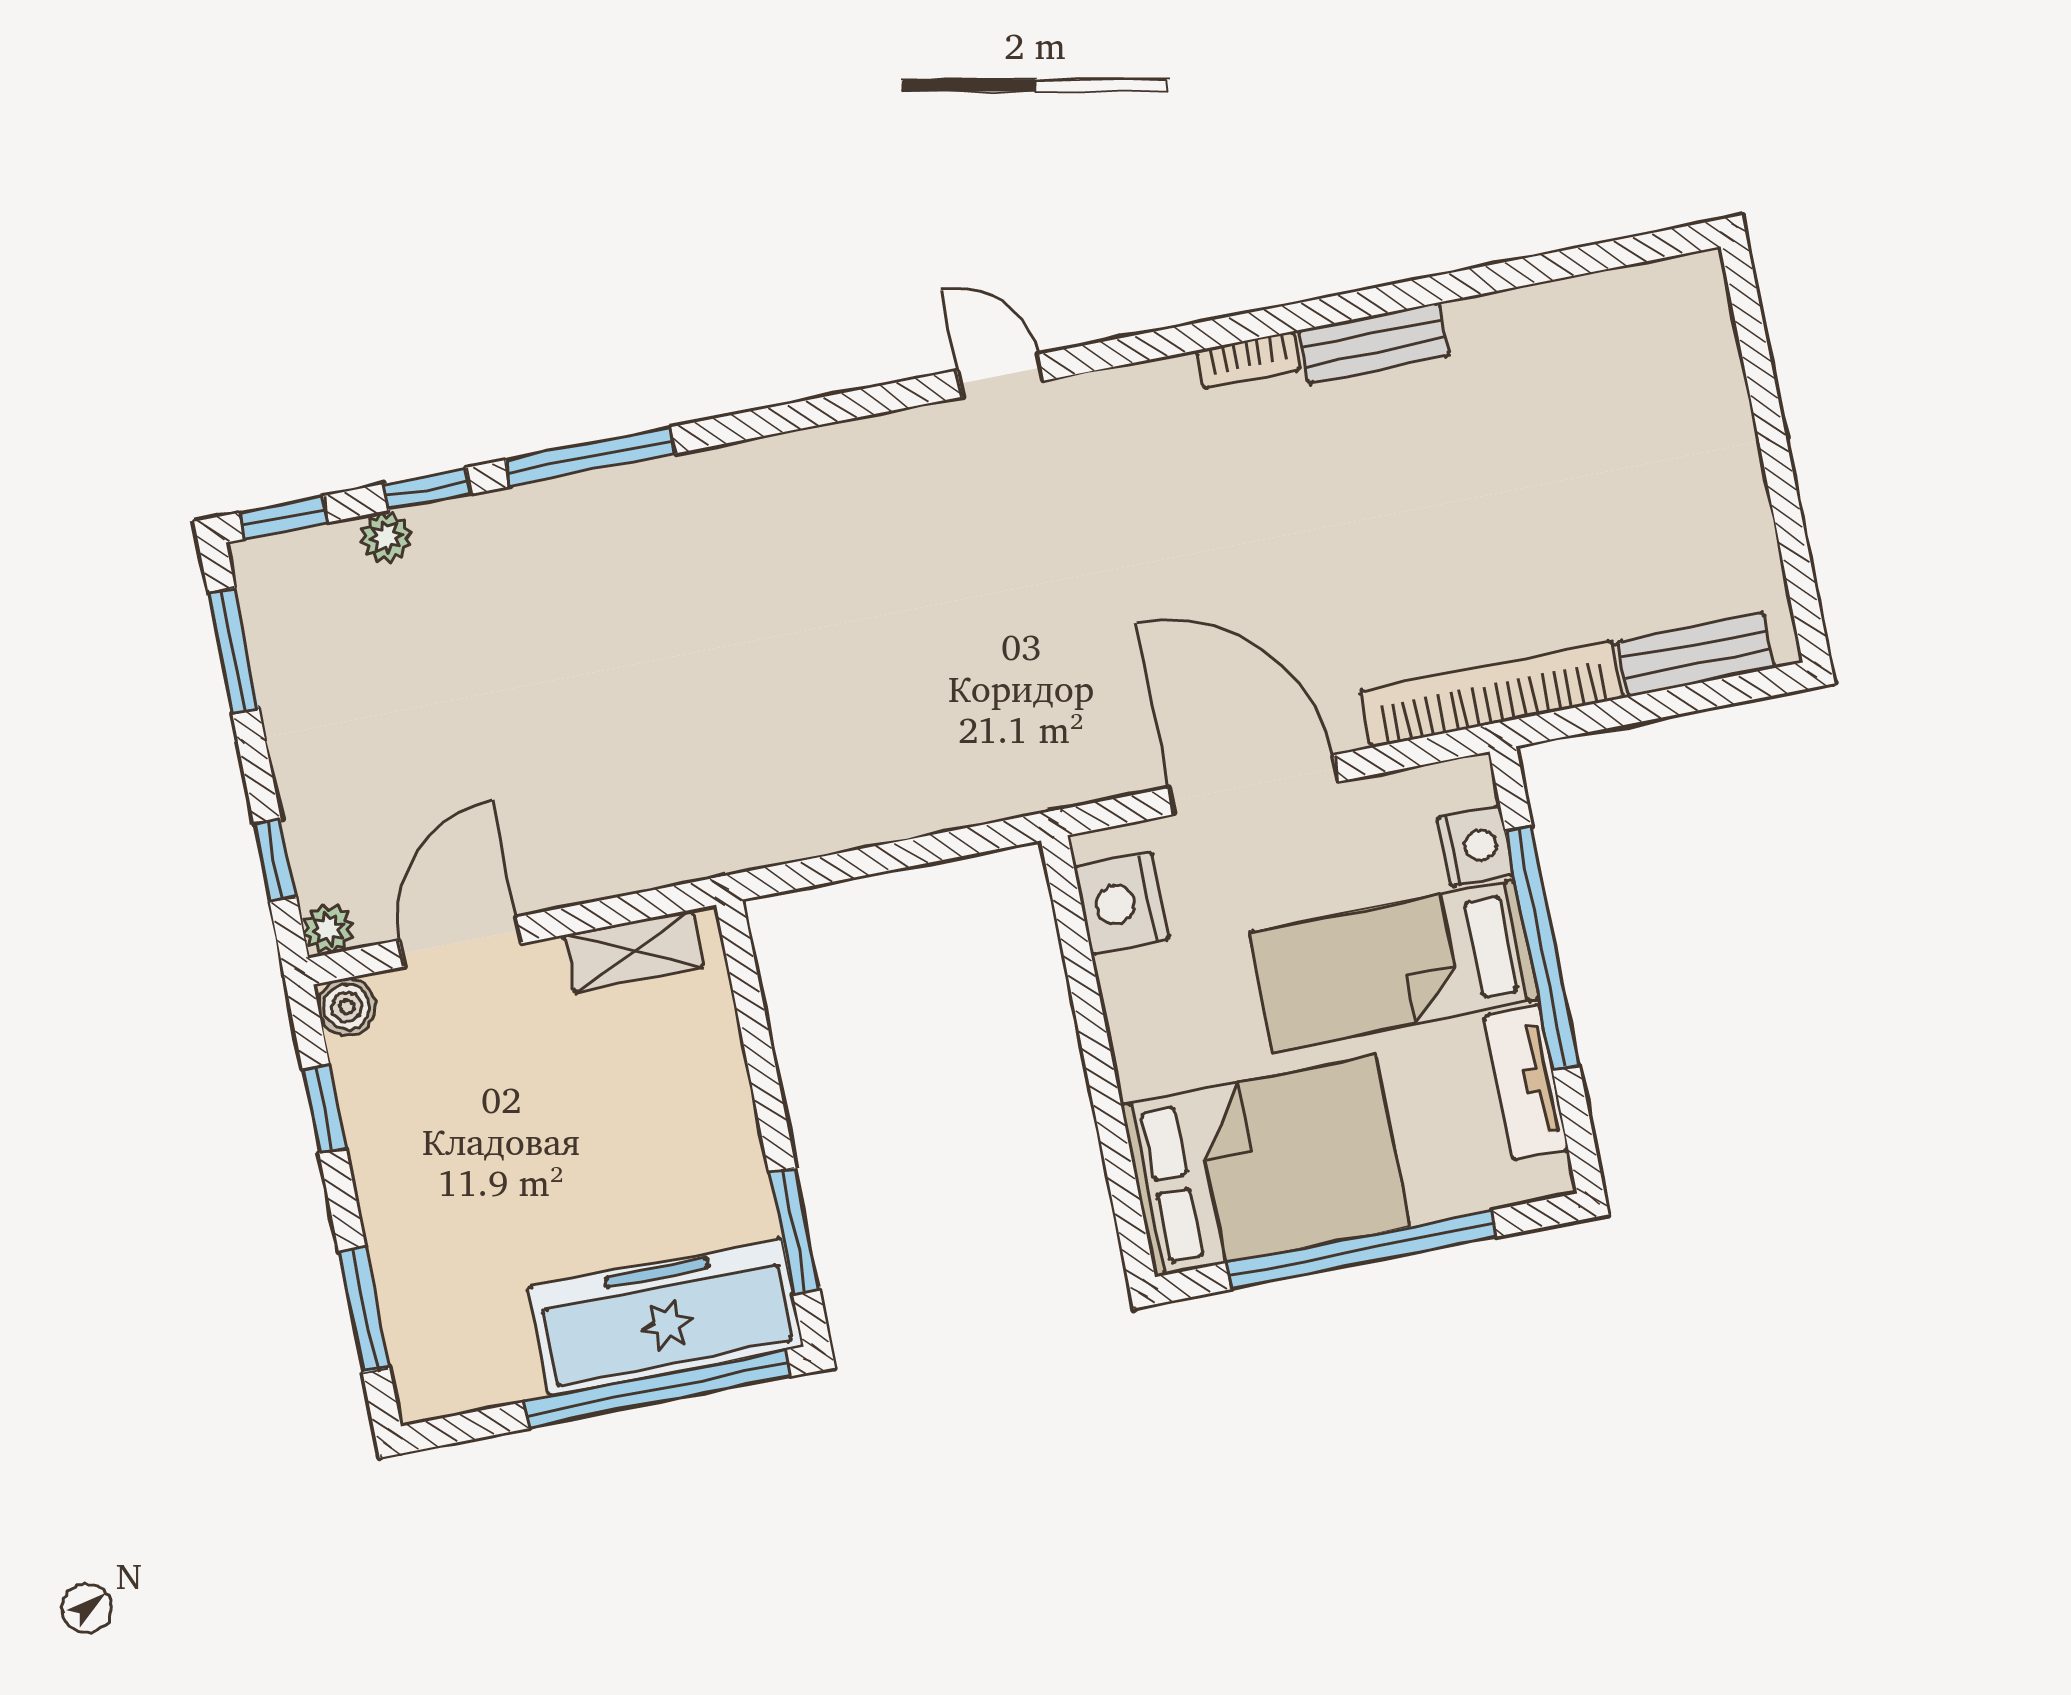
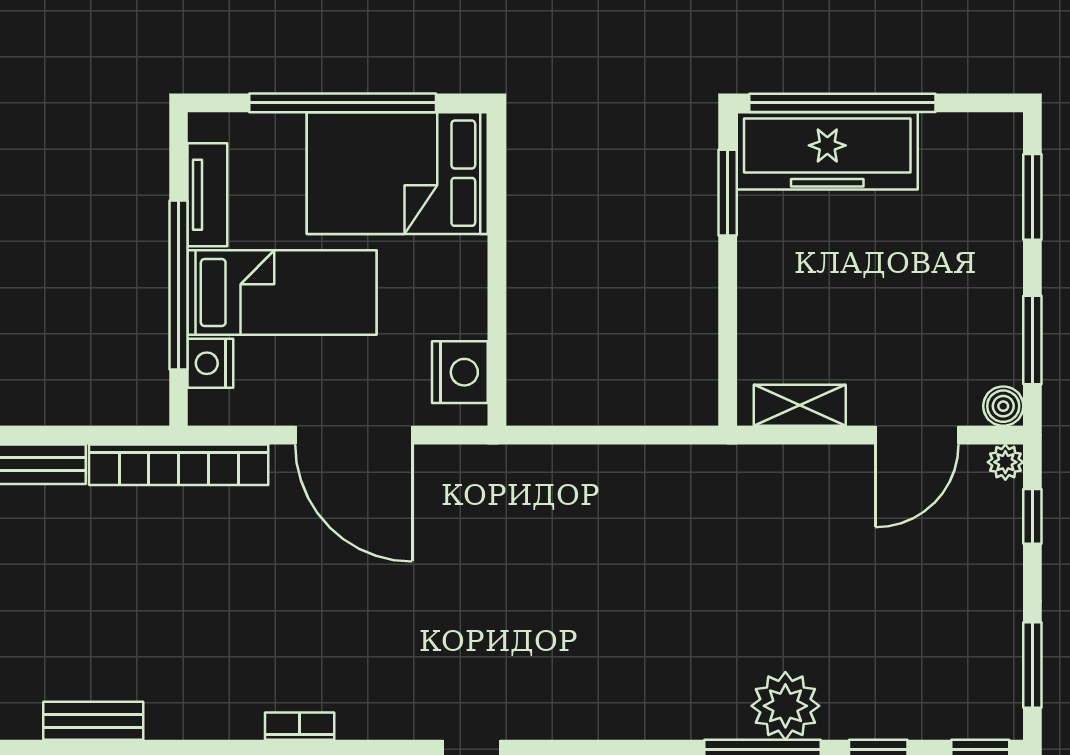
bench: (1374, 343) -> (93, 721), moved
plant: (386, 537) -> (785, 706), moved, width x1.88, depth x1.88
window: (324, 1108) -> (1032, 340), width x1.50

